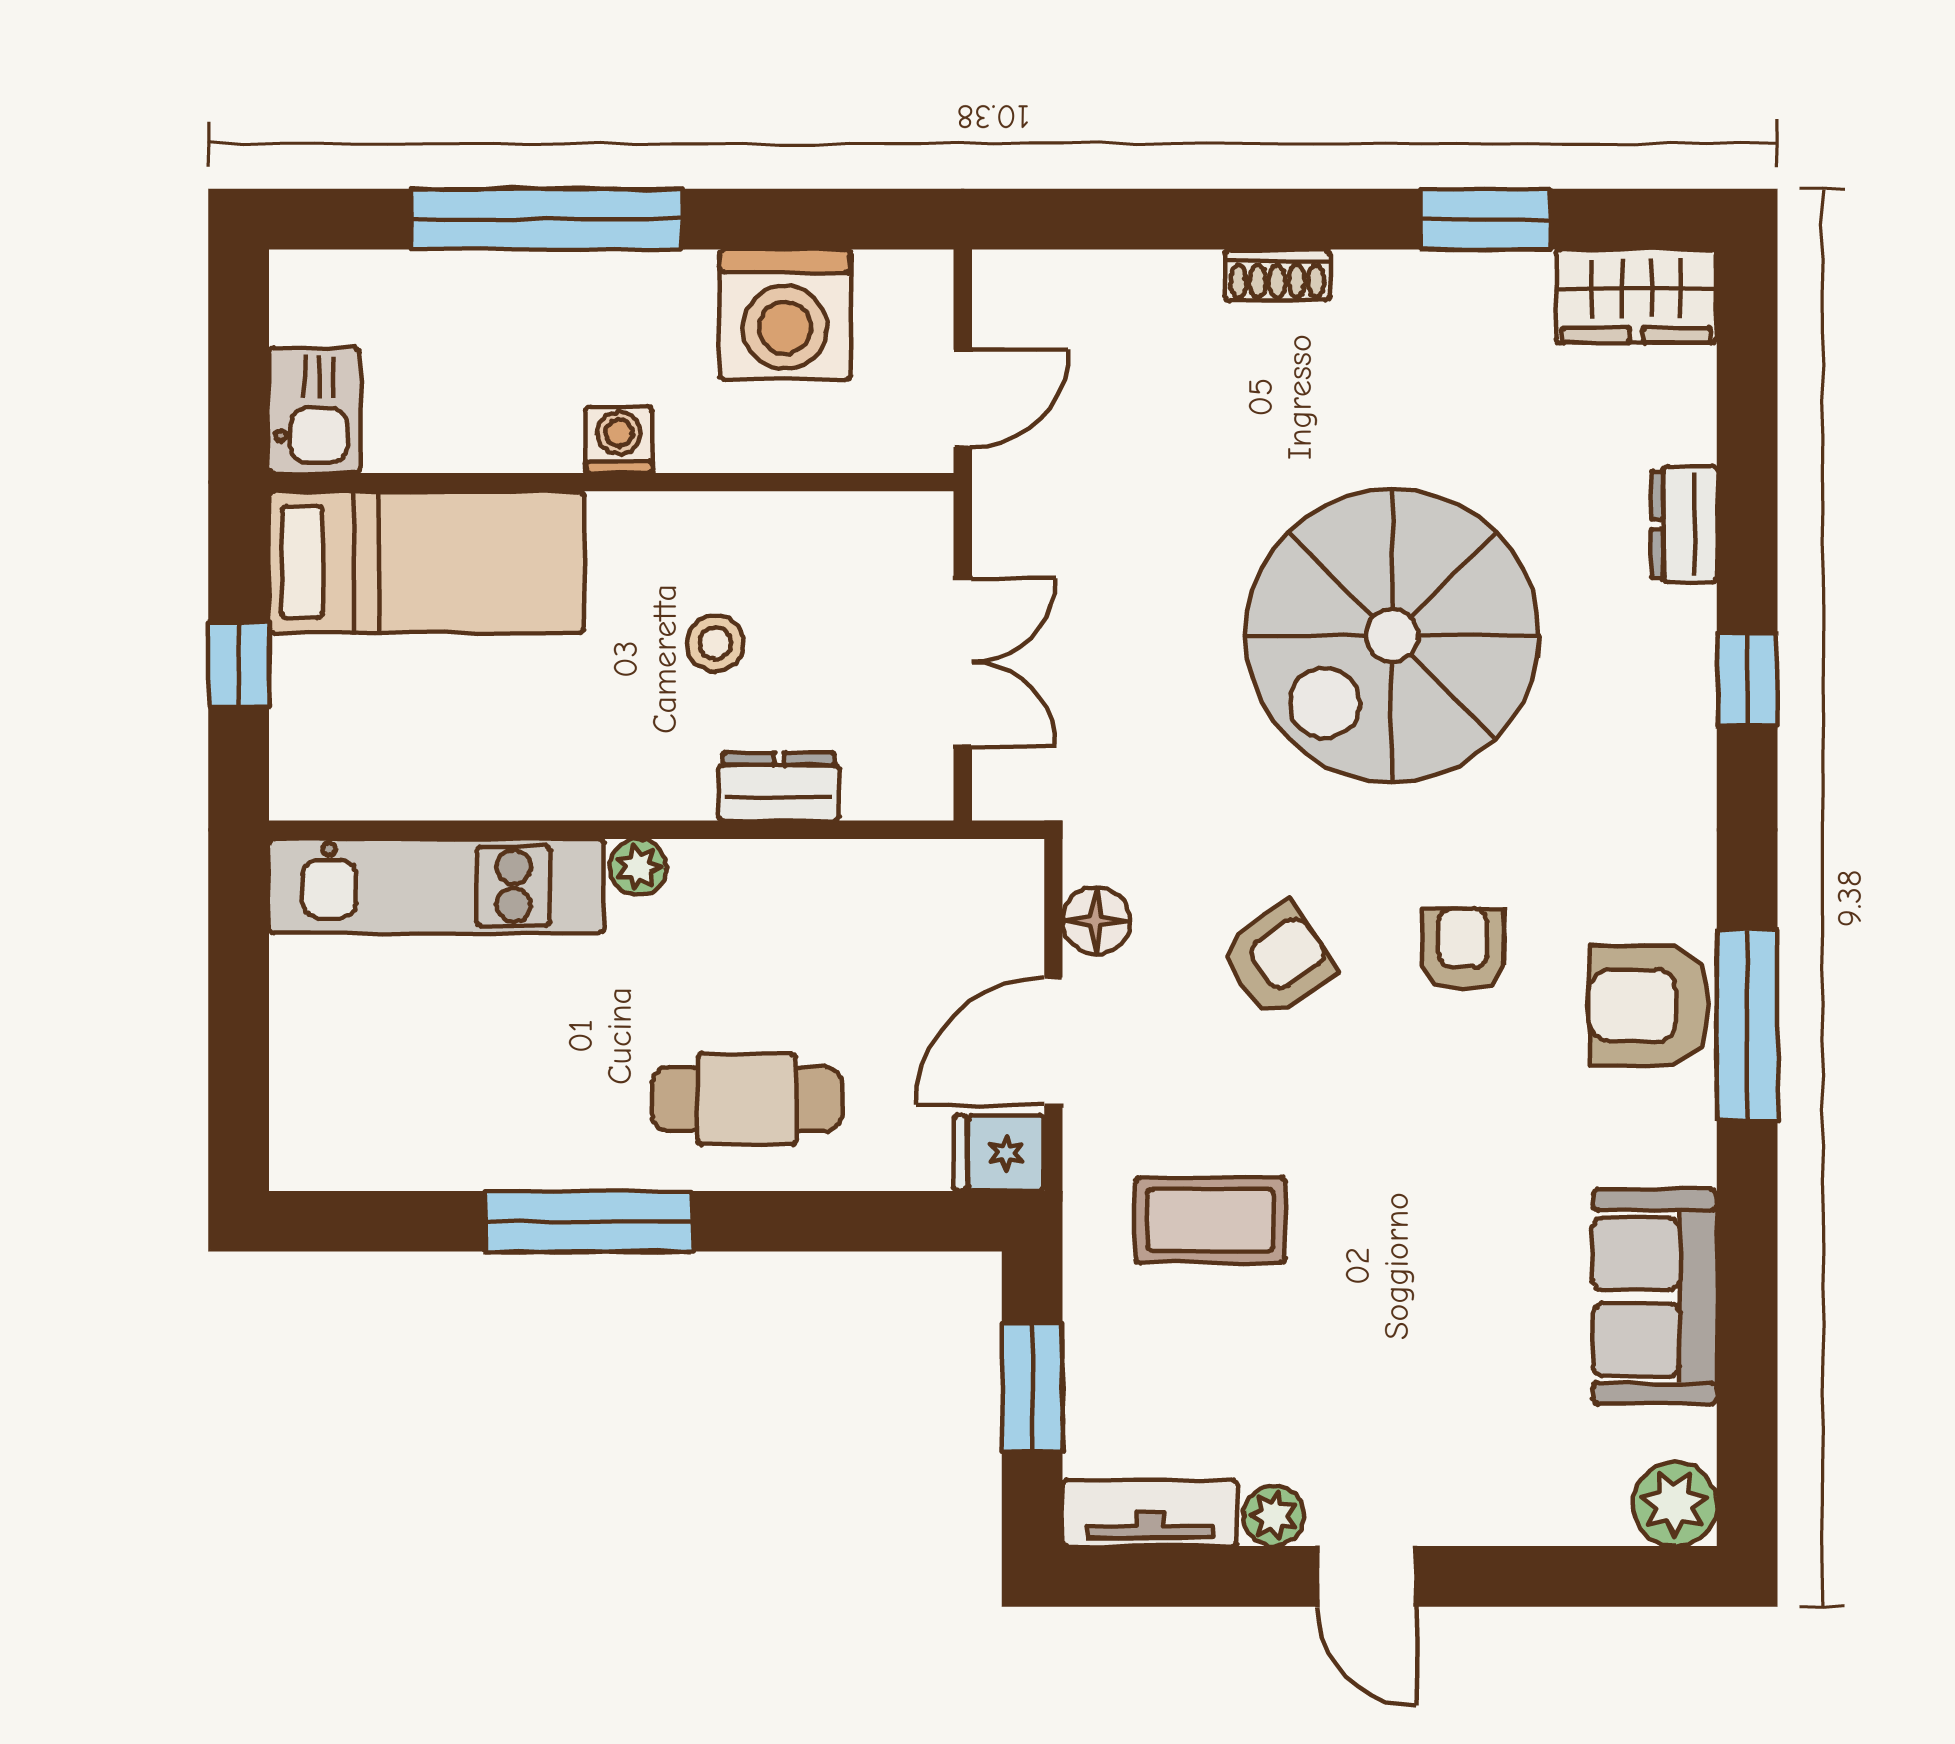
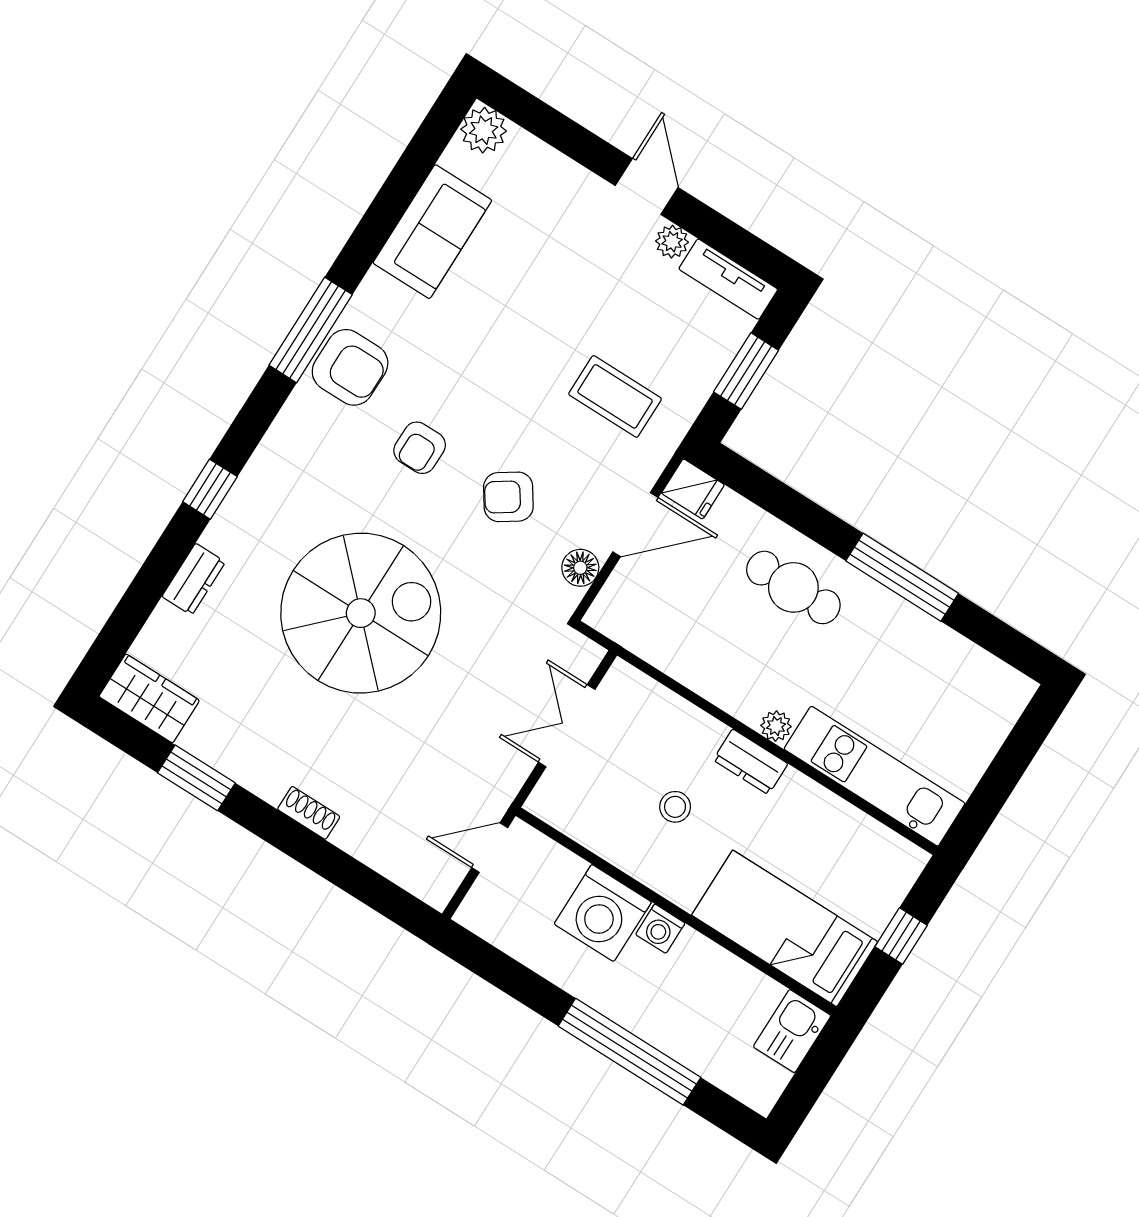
washing machine: (785, 315) -> (603, 913), moved, turned 180
dresser: (779, 787) -> (751, 762), moved

